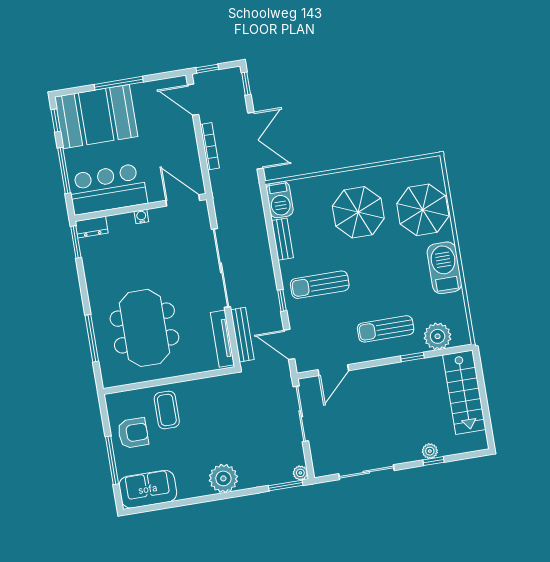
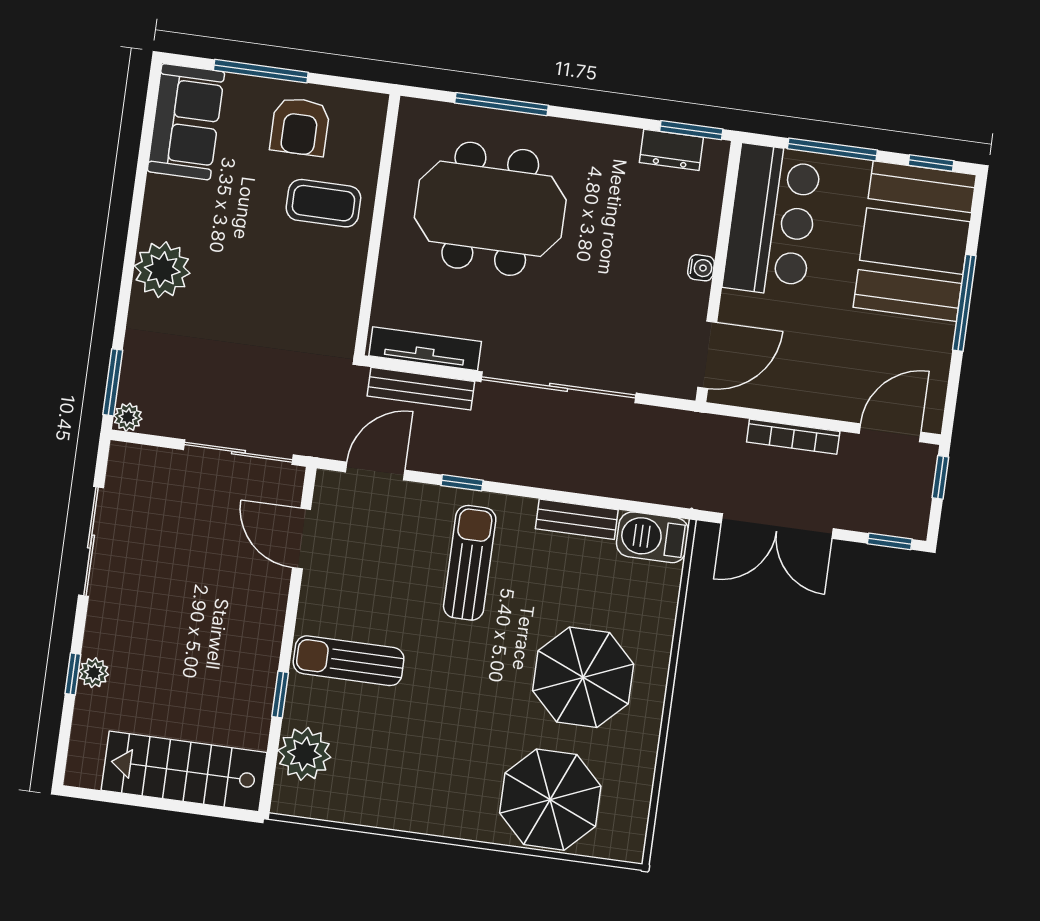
dresser: (92, 227) -> (671, 150), moved, turned -90
barbecue: (444, 268) -> (429, 806), removed
sun lounger: (386, 329) -> (349, 661), turned -90

